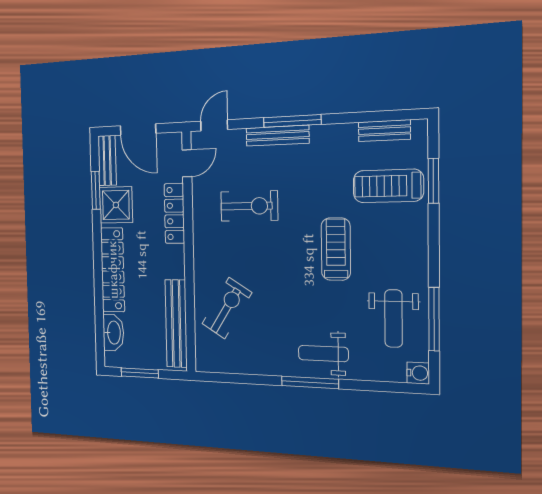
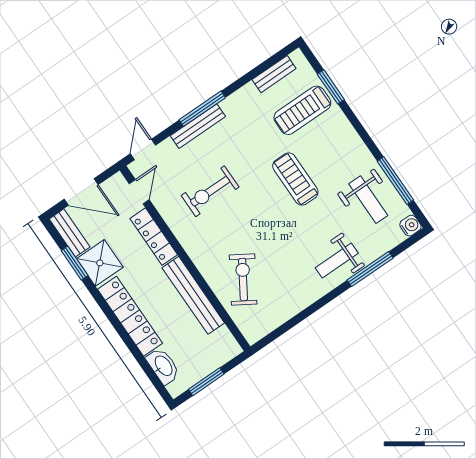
exercise bike: (249, 206) -> (210, 191), turned 180
bench: (176, 324) -> (193, 295), moved
window: (310, 382) -> (370, 269), moved

